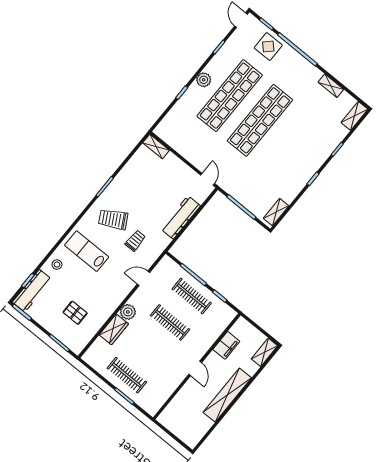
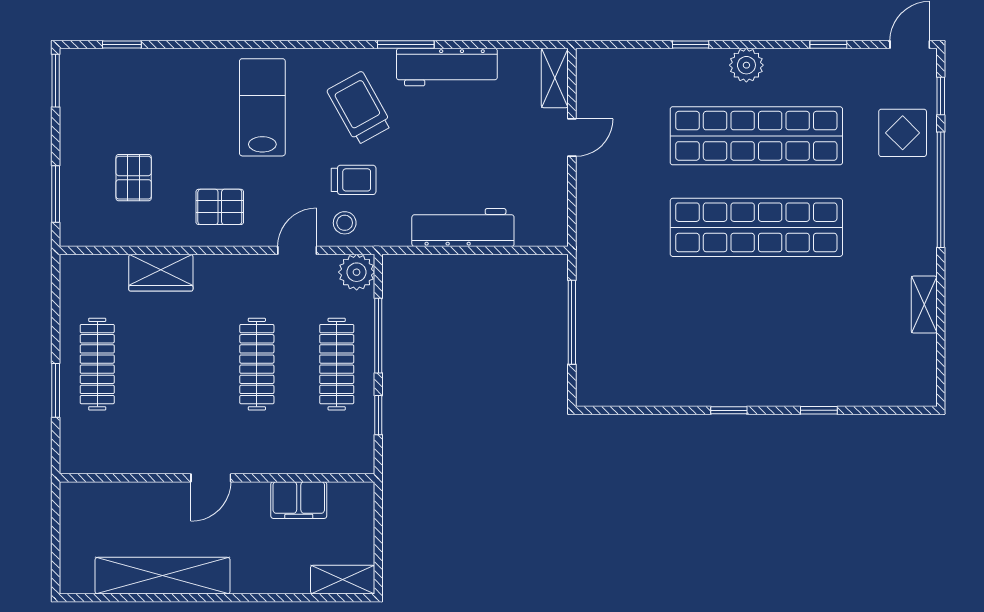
shelving: (354, 116) -> (905, 392), removed
door: (208, 179) -> (572, 137), moved
shelving: (276, 212) -> (614, 393), removed
stool: (57, 265) -> (345, 223), moved
door: (143, 278) -> (297, 250), hinge flipped
workbench: (32, 291) -> (447, 67), moved
pallet: (108, 292) -> (220, 207), added
plant: (128, 312) -> (357, 272), moved
shelving: (227, 395) -> (163, 576), moved

